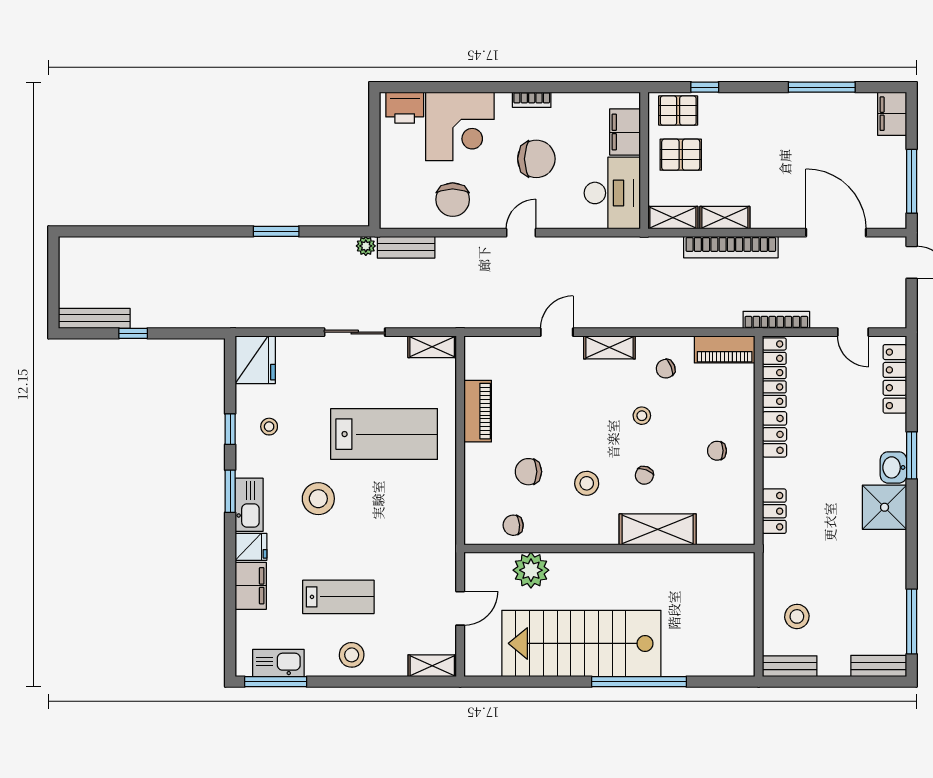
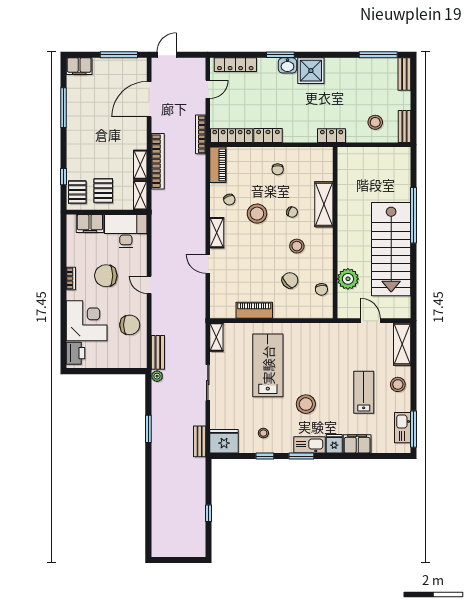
chair: (536, 159) -> (106, 276), turned -90
bench: (94, 318) -> (200, 441), moved, width x0.73
stool: (642, 416) -> (257, 214), width x1.89, depth x1.89
chair: (528, 472) -> (290, 280), turned -132
locker: (774, 511) -> (332, 136), moved
shelving: (432, 666) -> (402, 344), width x1.50, depth x1.33

